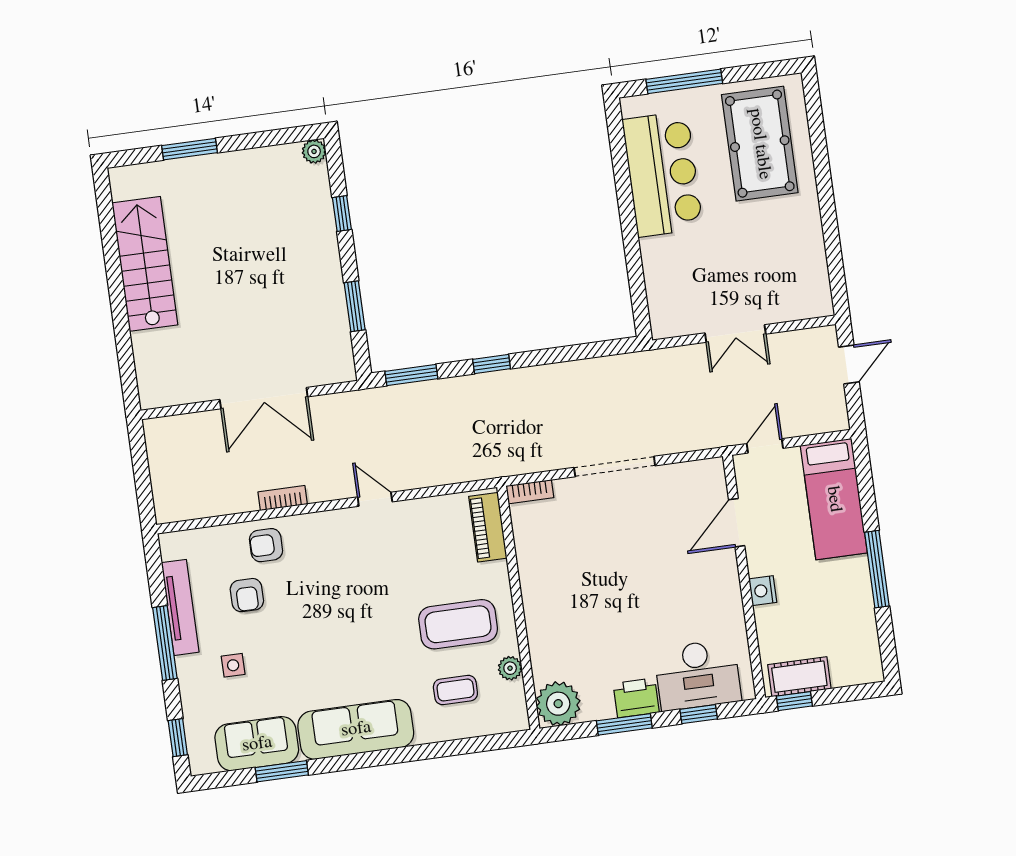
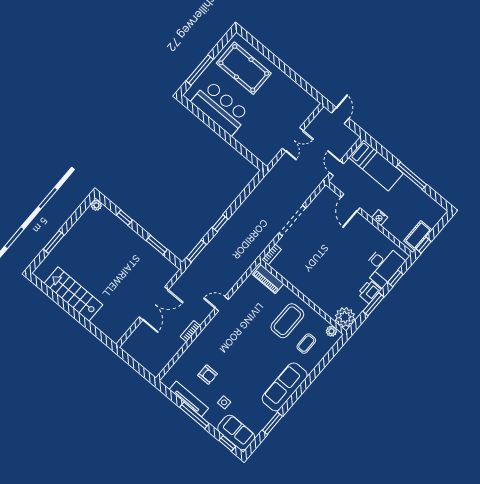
armchair: (266, 545) -> (199, 352), removed
plant: (510, 668) -> (331, 331), moved
sofa: (257, 744) -> (236, 433), moved, turned 90

